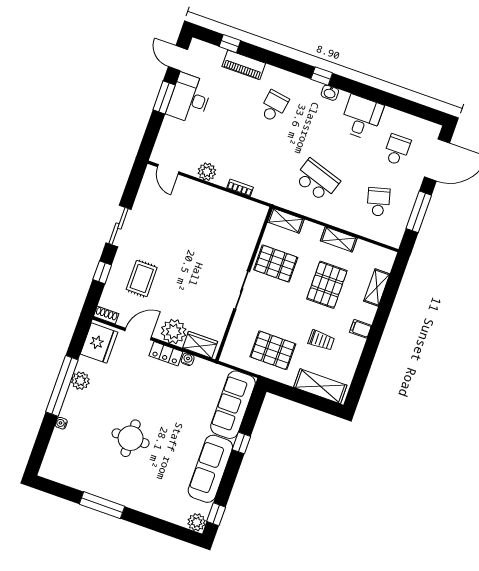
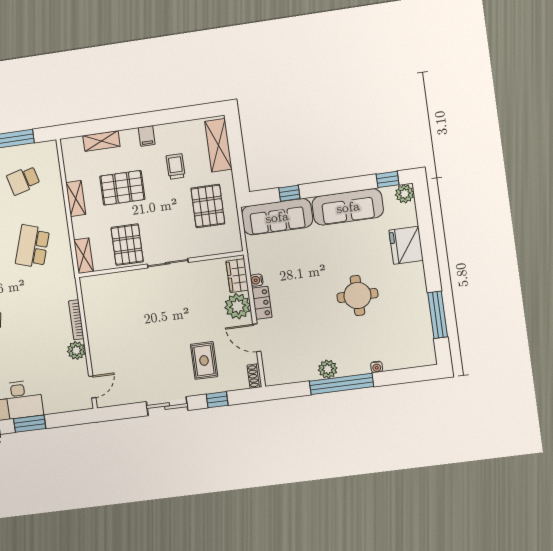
bookcase: (240, 188) -> (76, 320), width x1.56
rug: (142, 278) -> (204, 360), turned 90
fridge: (99, 343) -> (406, 245), moved, turned -90
window: (241, 443) -> (289, 193), moved
window: (102, 505) -> (438, 315), moved

